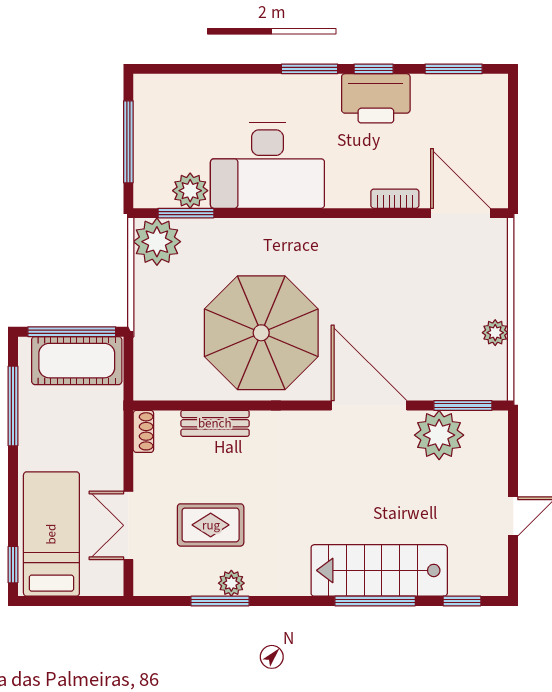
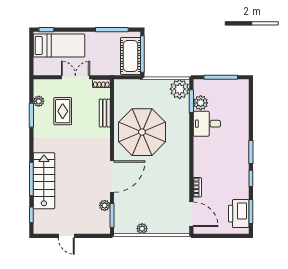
printer: (376, 98) -> (239, 214), moved
desk: (267, 166) -> (207, 124), width x0.53, depth x0.77
door: (460, 213) -> (191, 214), hinge flipped
plant: (439, 435) -> (105, 205), width x0.53, depth x0.53
double door: (128, 525) -> (75, 77), moved
plant: (231, 583) -> (39, 101), moved

